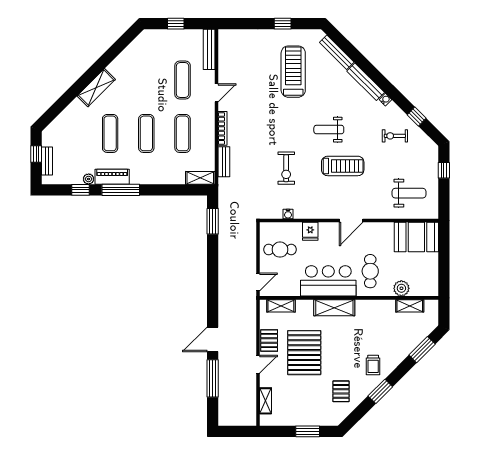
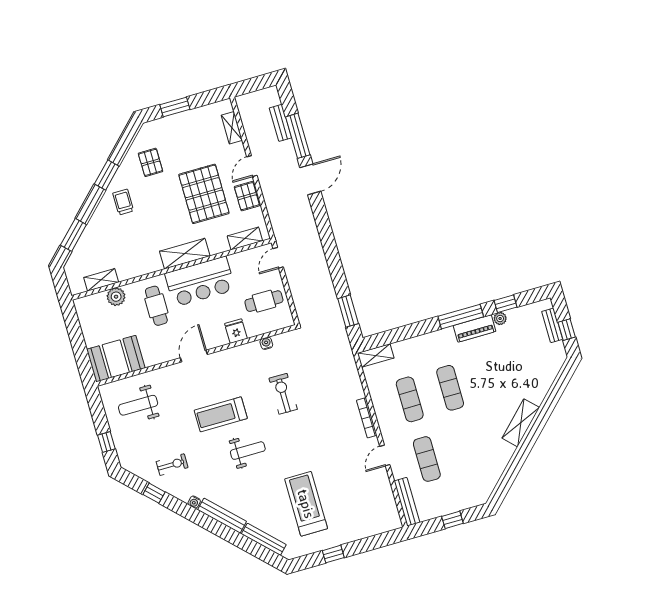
treadmill: (293, 72) -> (306, 504), turned 180
exercise mat: (110, 133) -> (491, 376), removed
bench: (224, 162) -> (280, 123), moved

